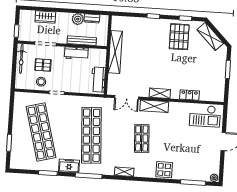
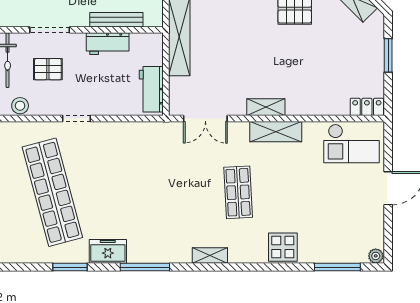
stool: (41, 82) -> (20, 106), moved
locker: (189, 95) -> (367, 107), moved
shelving: (154, 106) -> (276, 132), moved
shop shelf: (91, 135) -> (145, 192), removed

